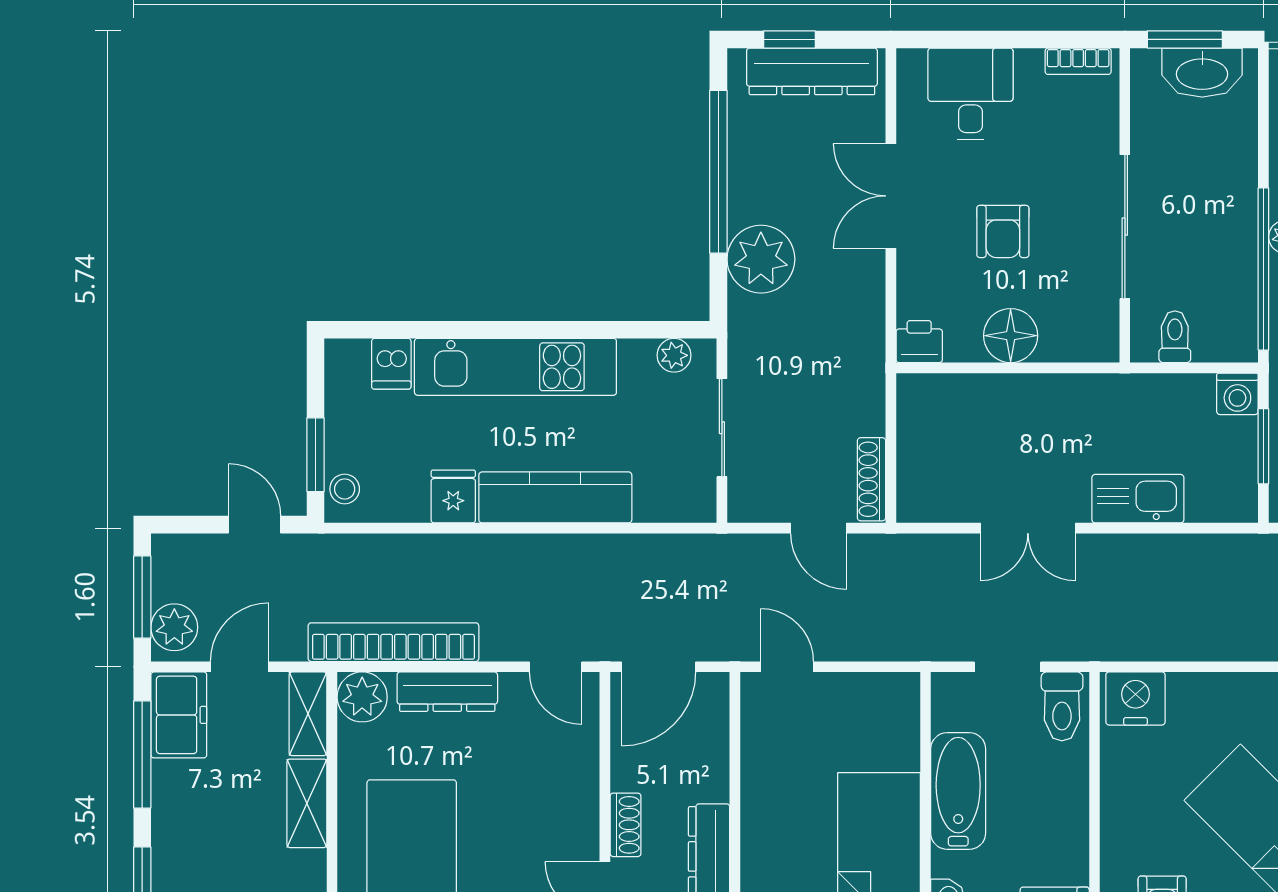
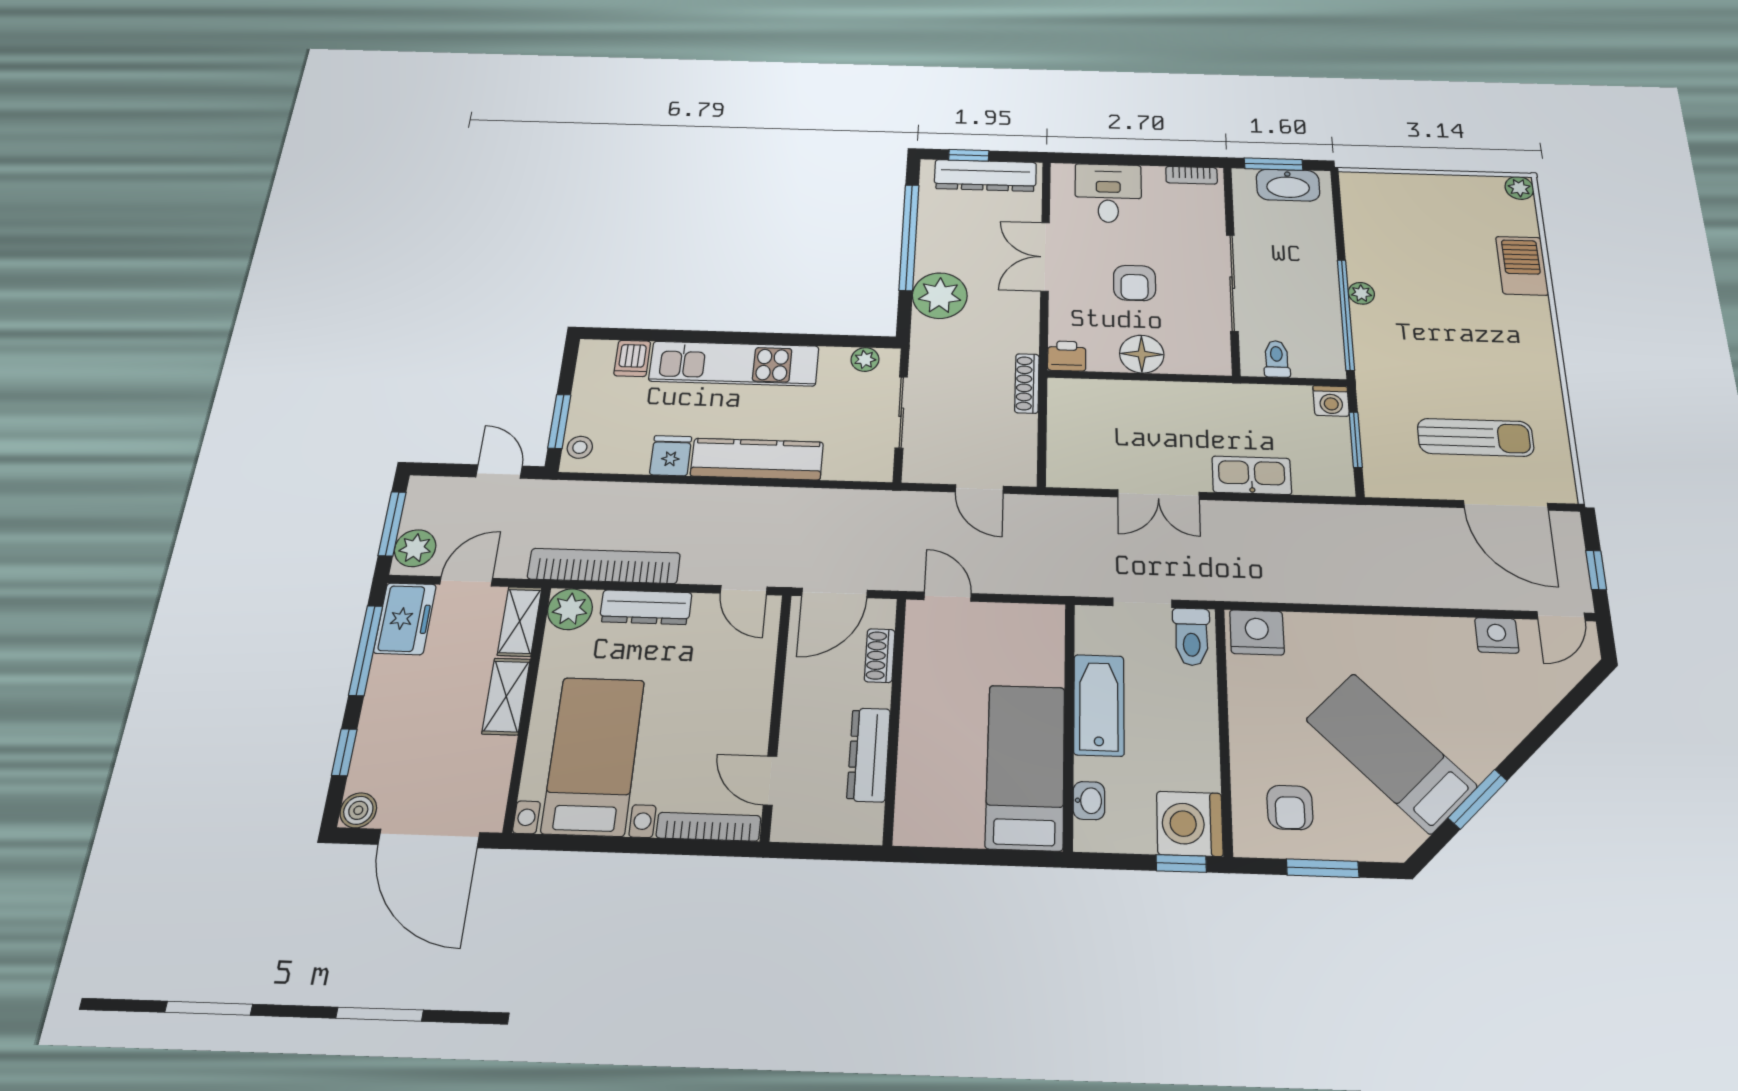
shoe rack: (872, 479) -> (1027, 383), moved
shoe rack: (626, 825) -> (880, 656), moved, turned 180

